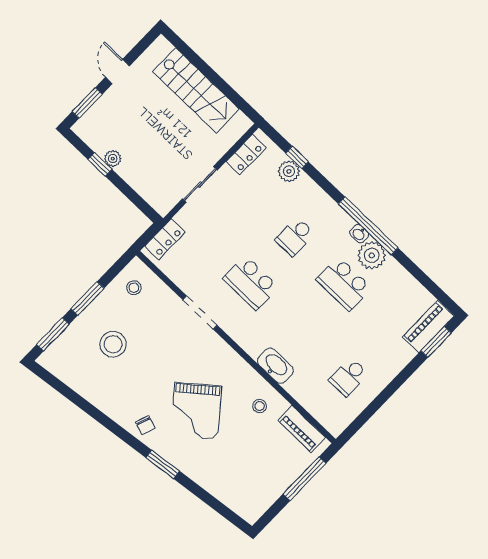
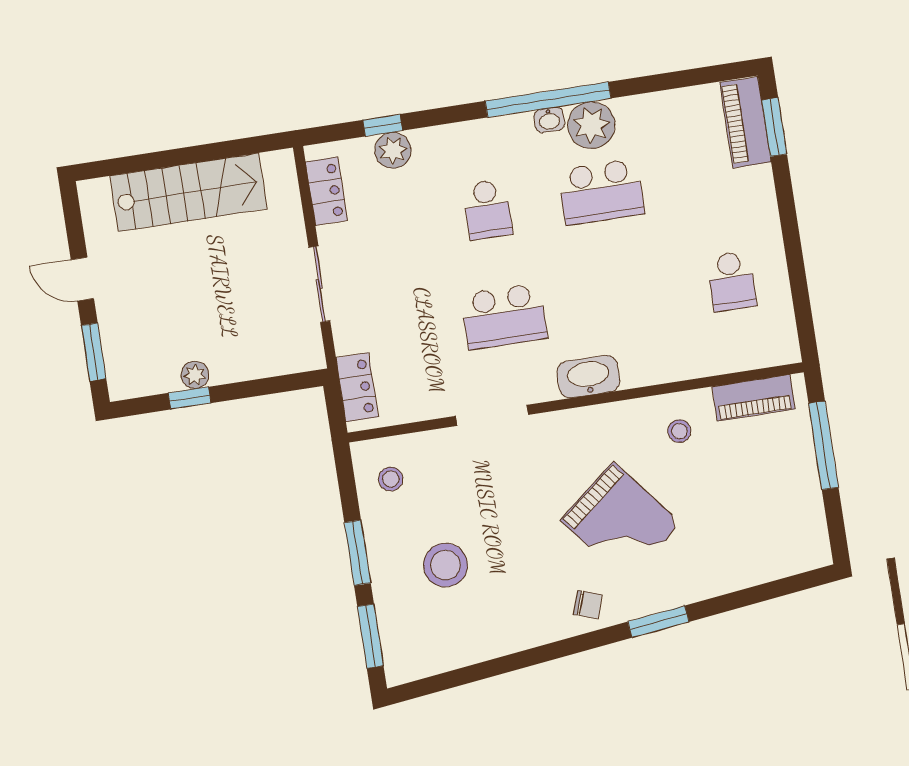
washbasin: (275, 366) -> (588, 377), moved

